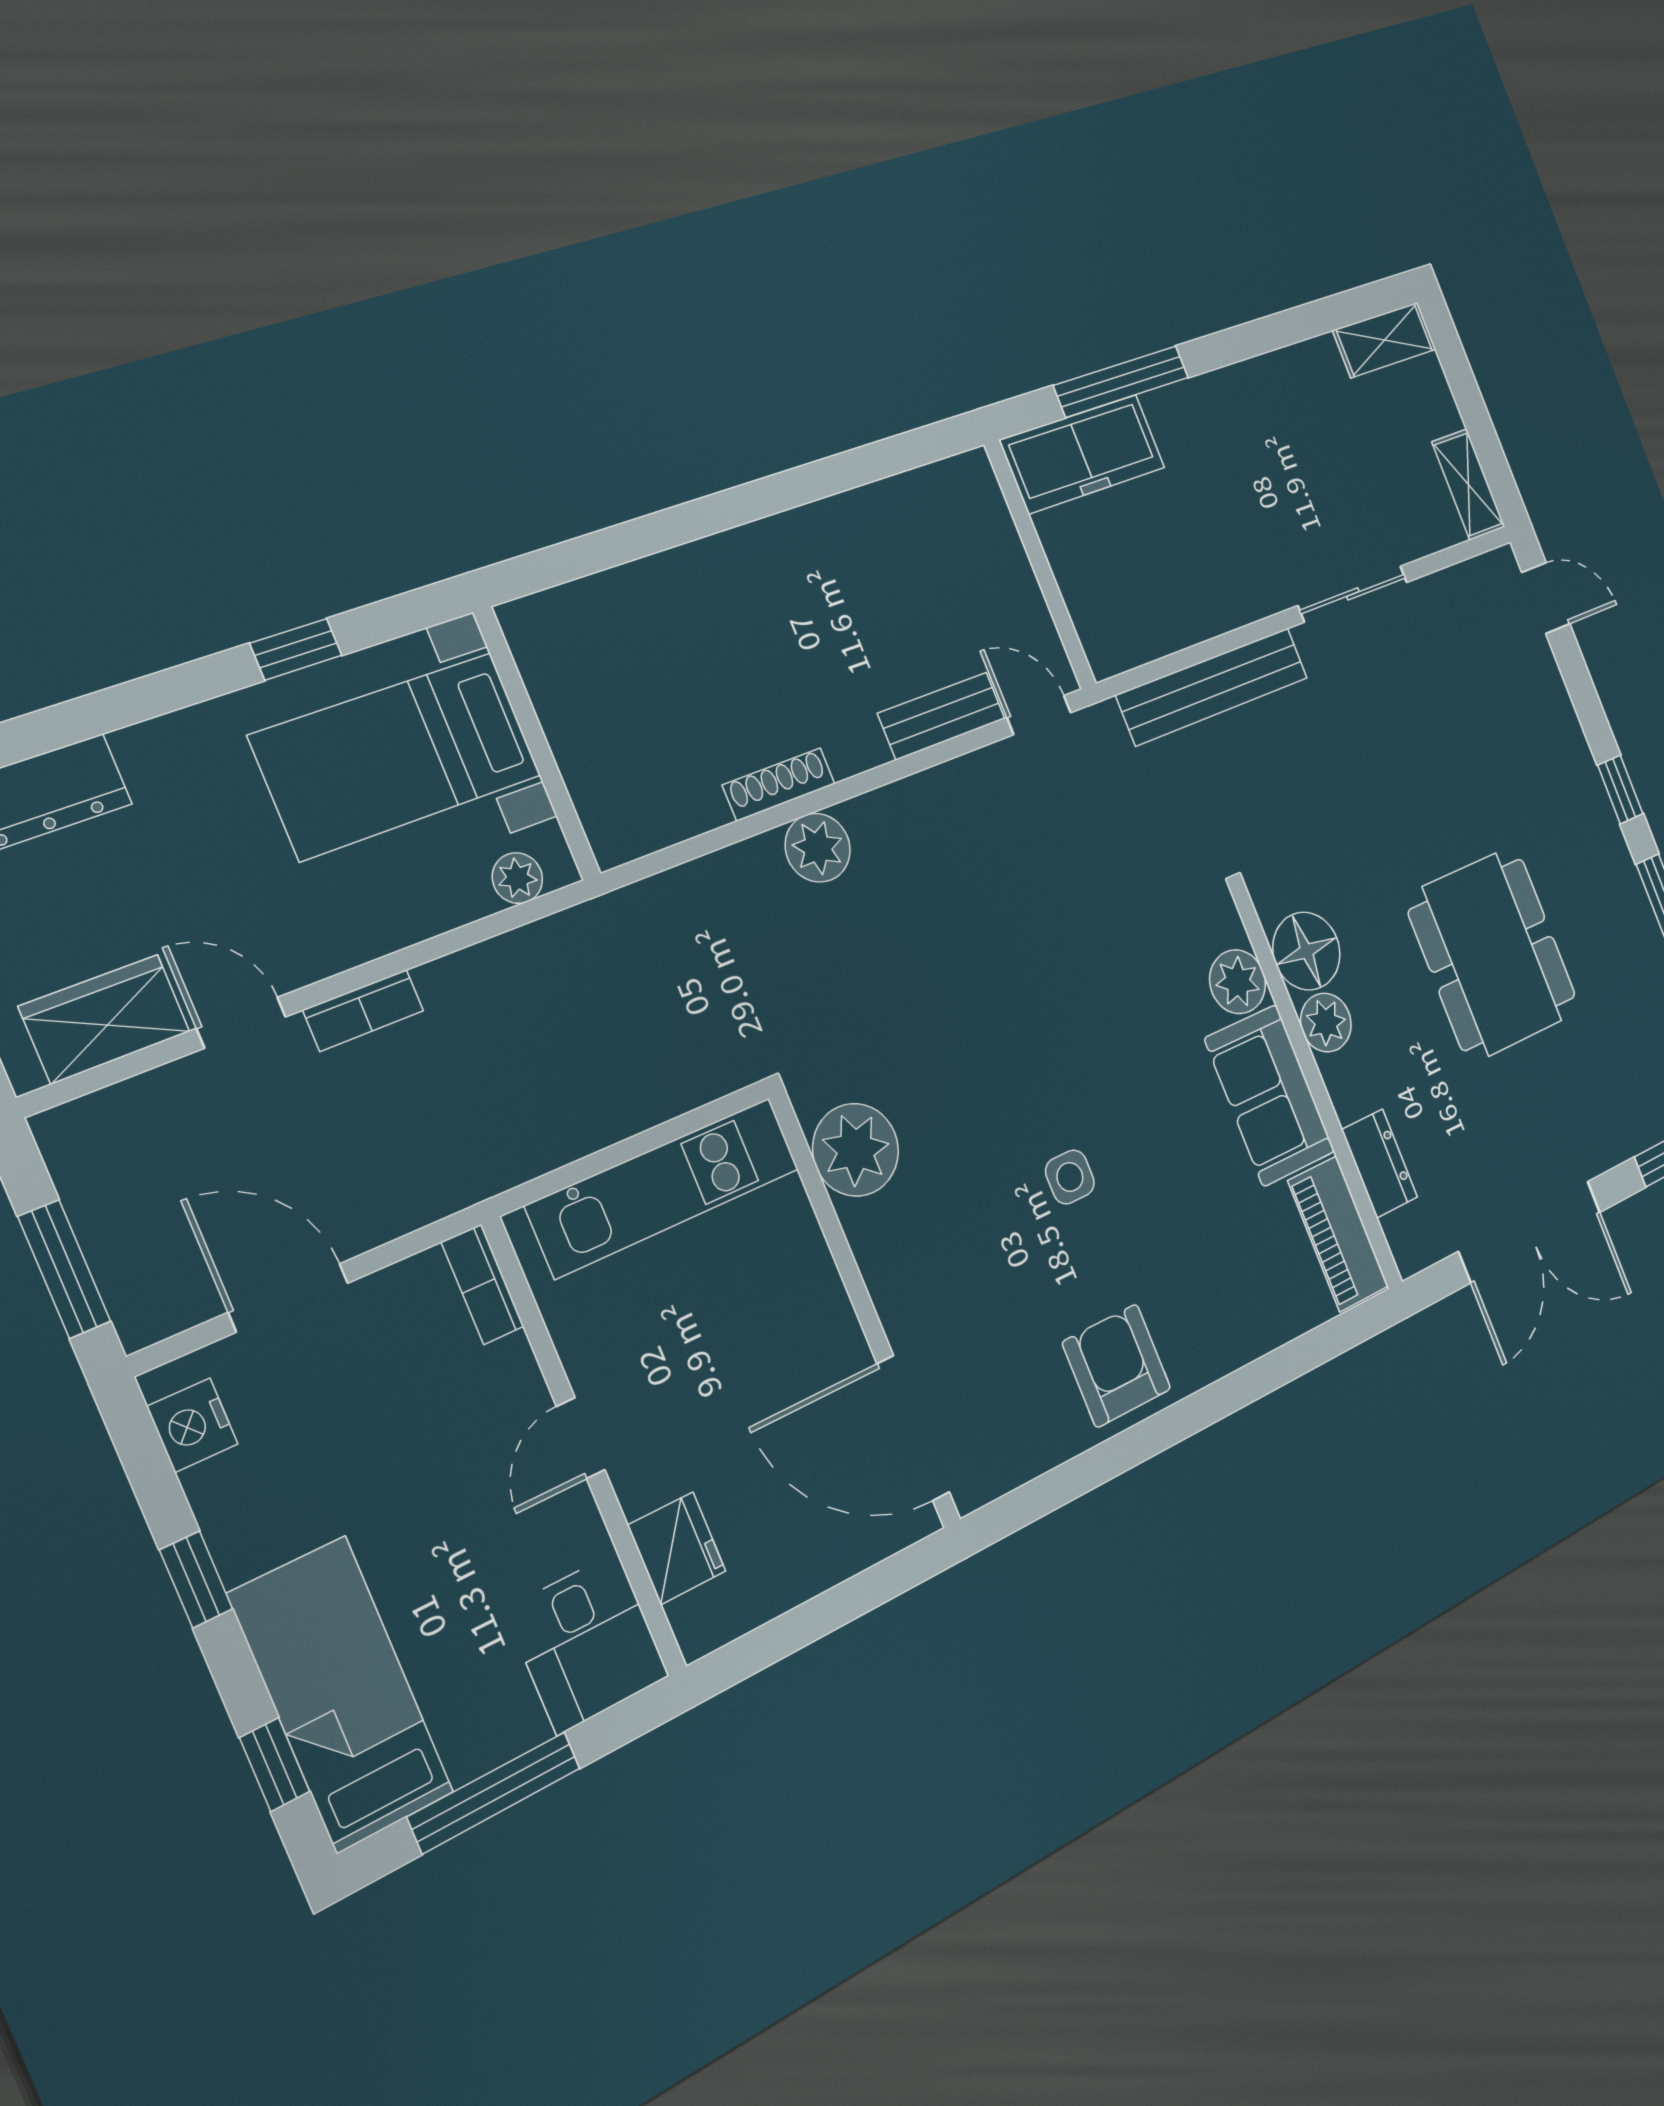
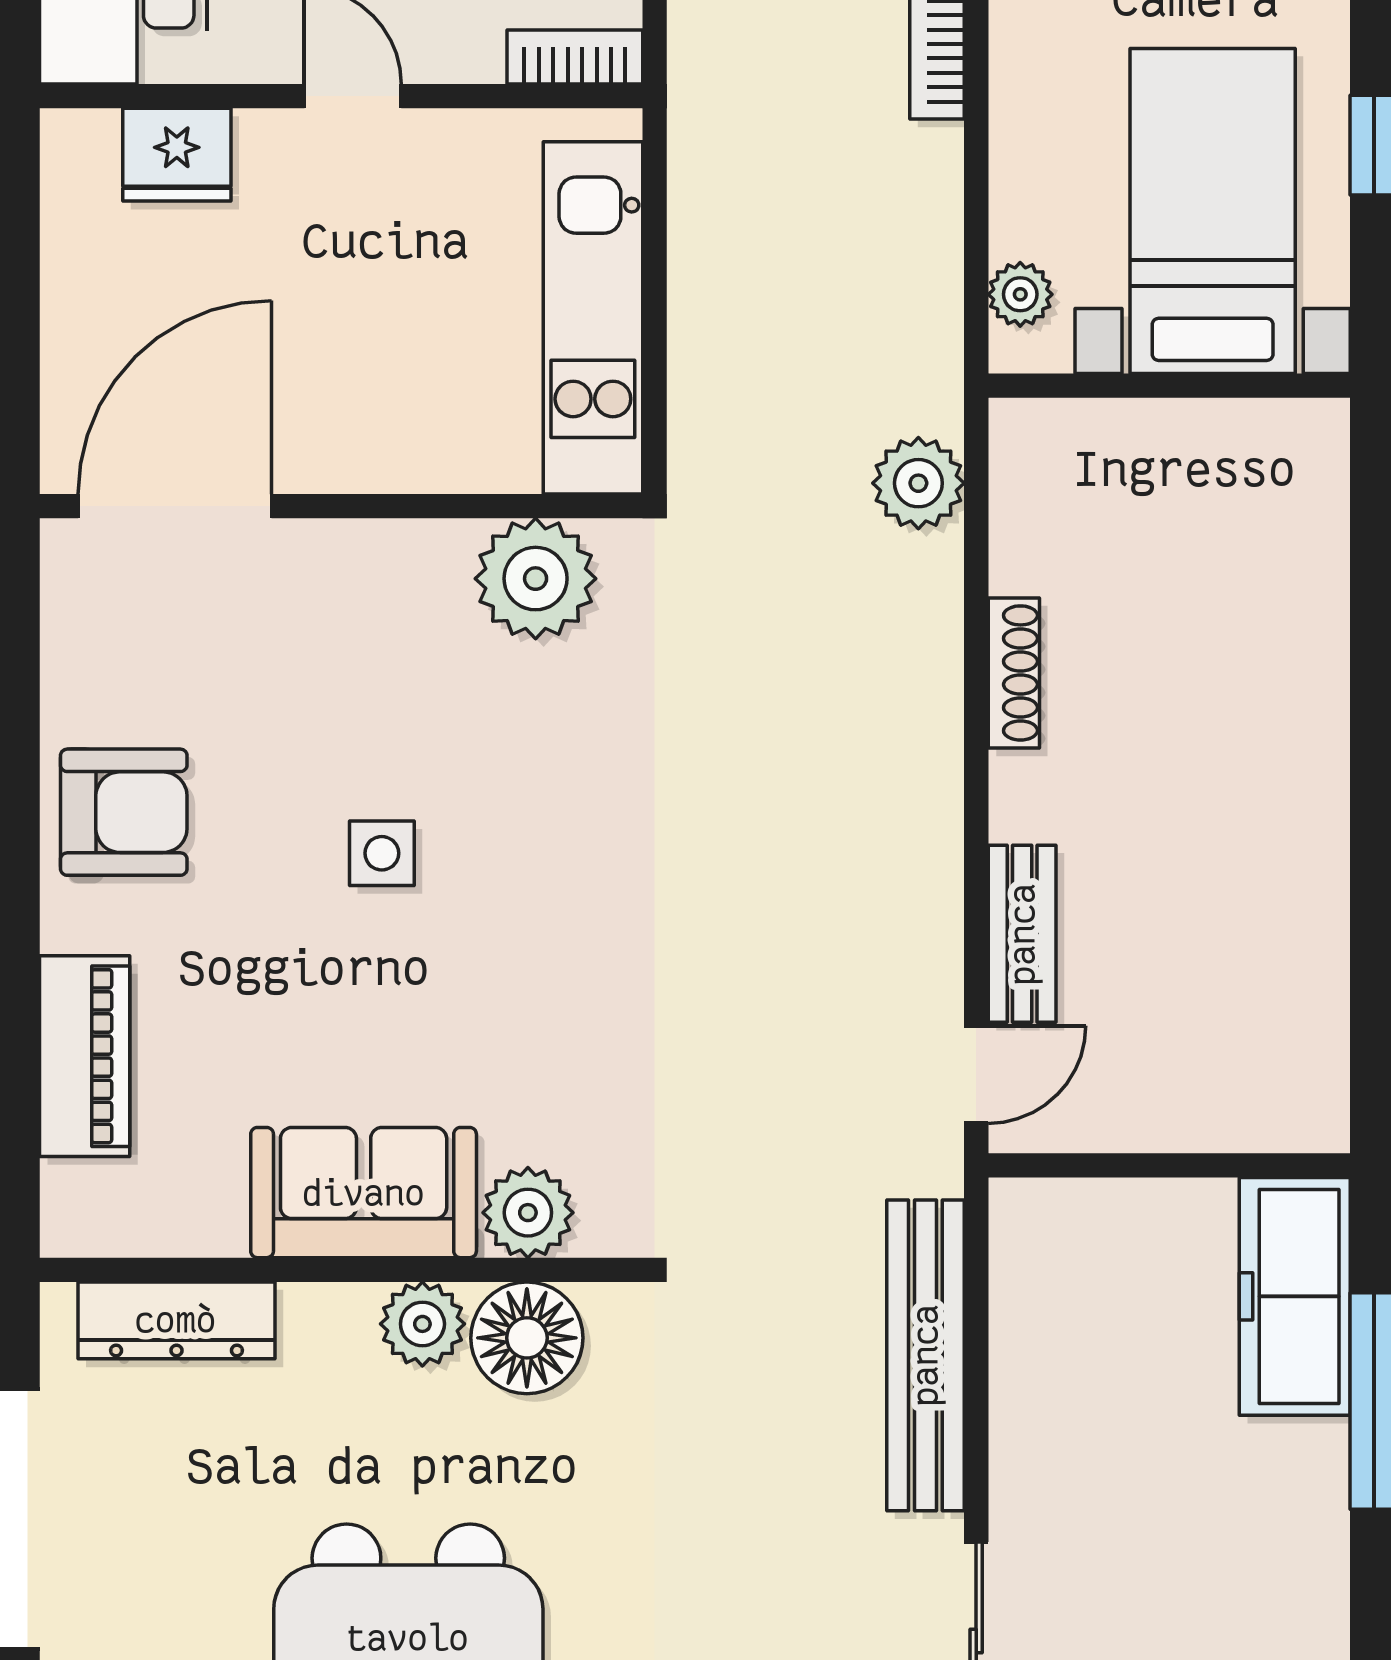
plant: (818, 848) -> (918, 483), moved
dresser: (1380, 1163) -> (176, 1320), width x1.44
piano: (1338, 1234) -> (85, 1056), moved, turned 90

